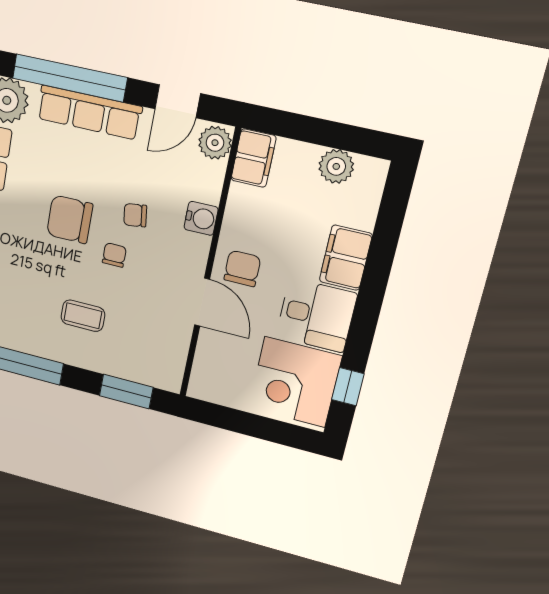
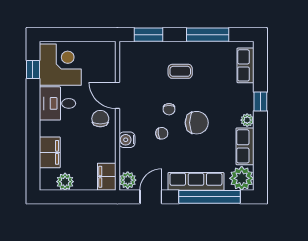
filing cabinet: (346, 258) -> (50, 152), moved
chair: (242, 268) -> (100, 119), turned 180

